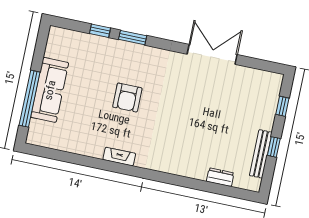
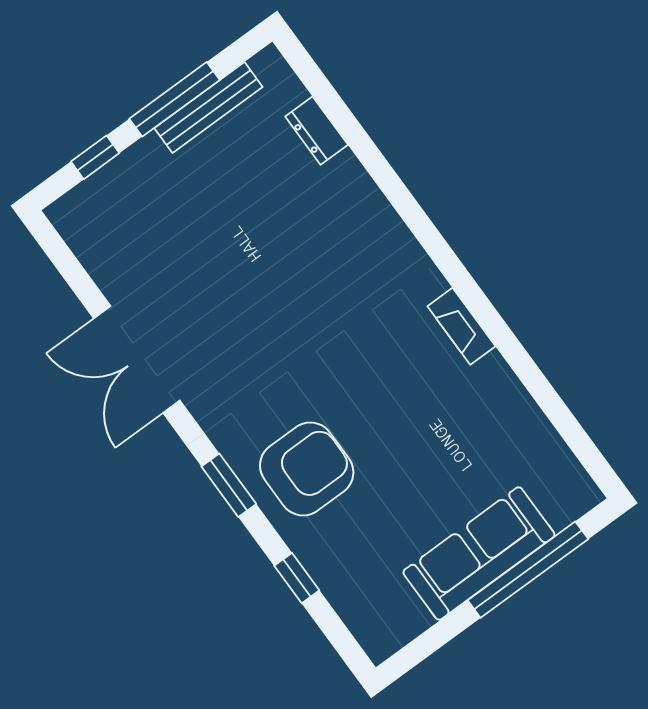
window: (133, 38) -> (229, 485), moved
armchair: (127, 98) -> (307, 469), moved, width x1.36, depth x1.36
window: (274, 147) -> (174, 99), width x2.17

